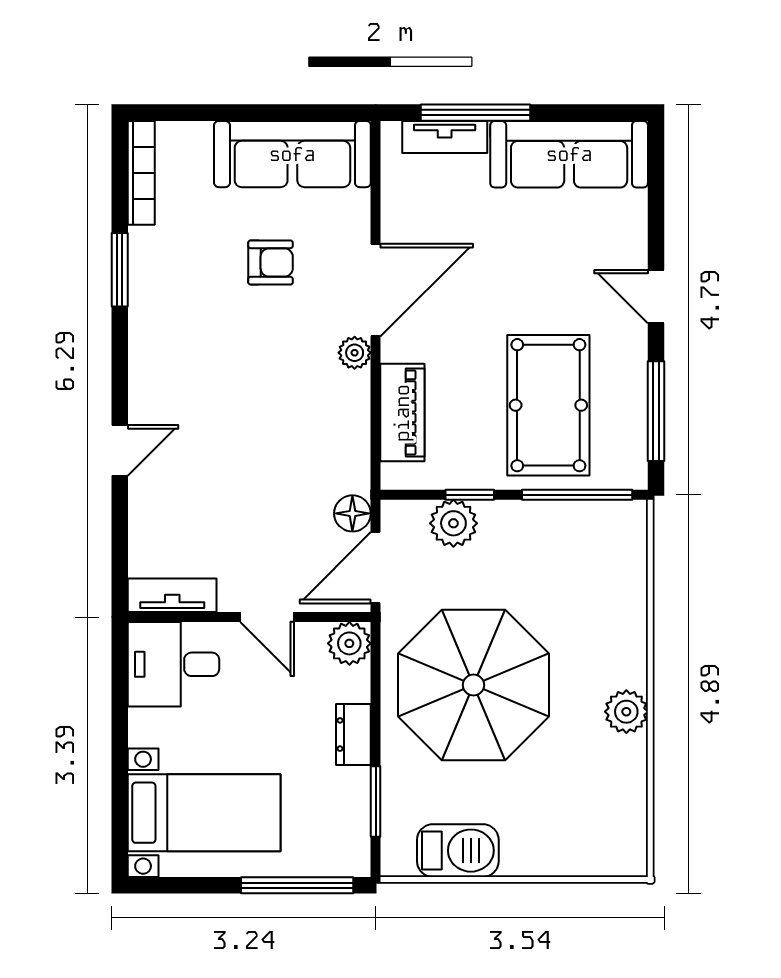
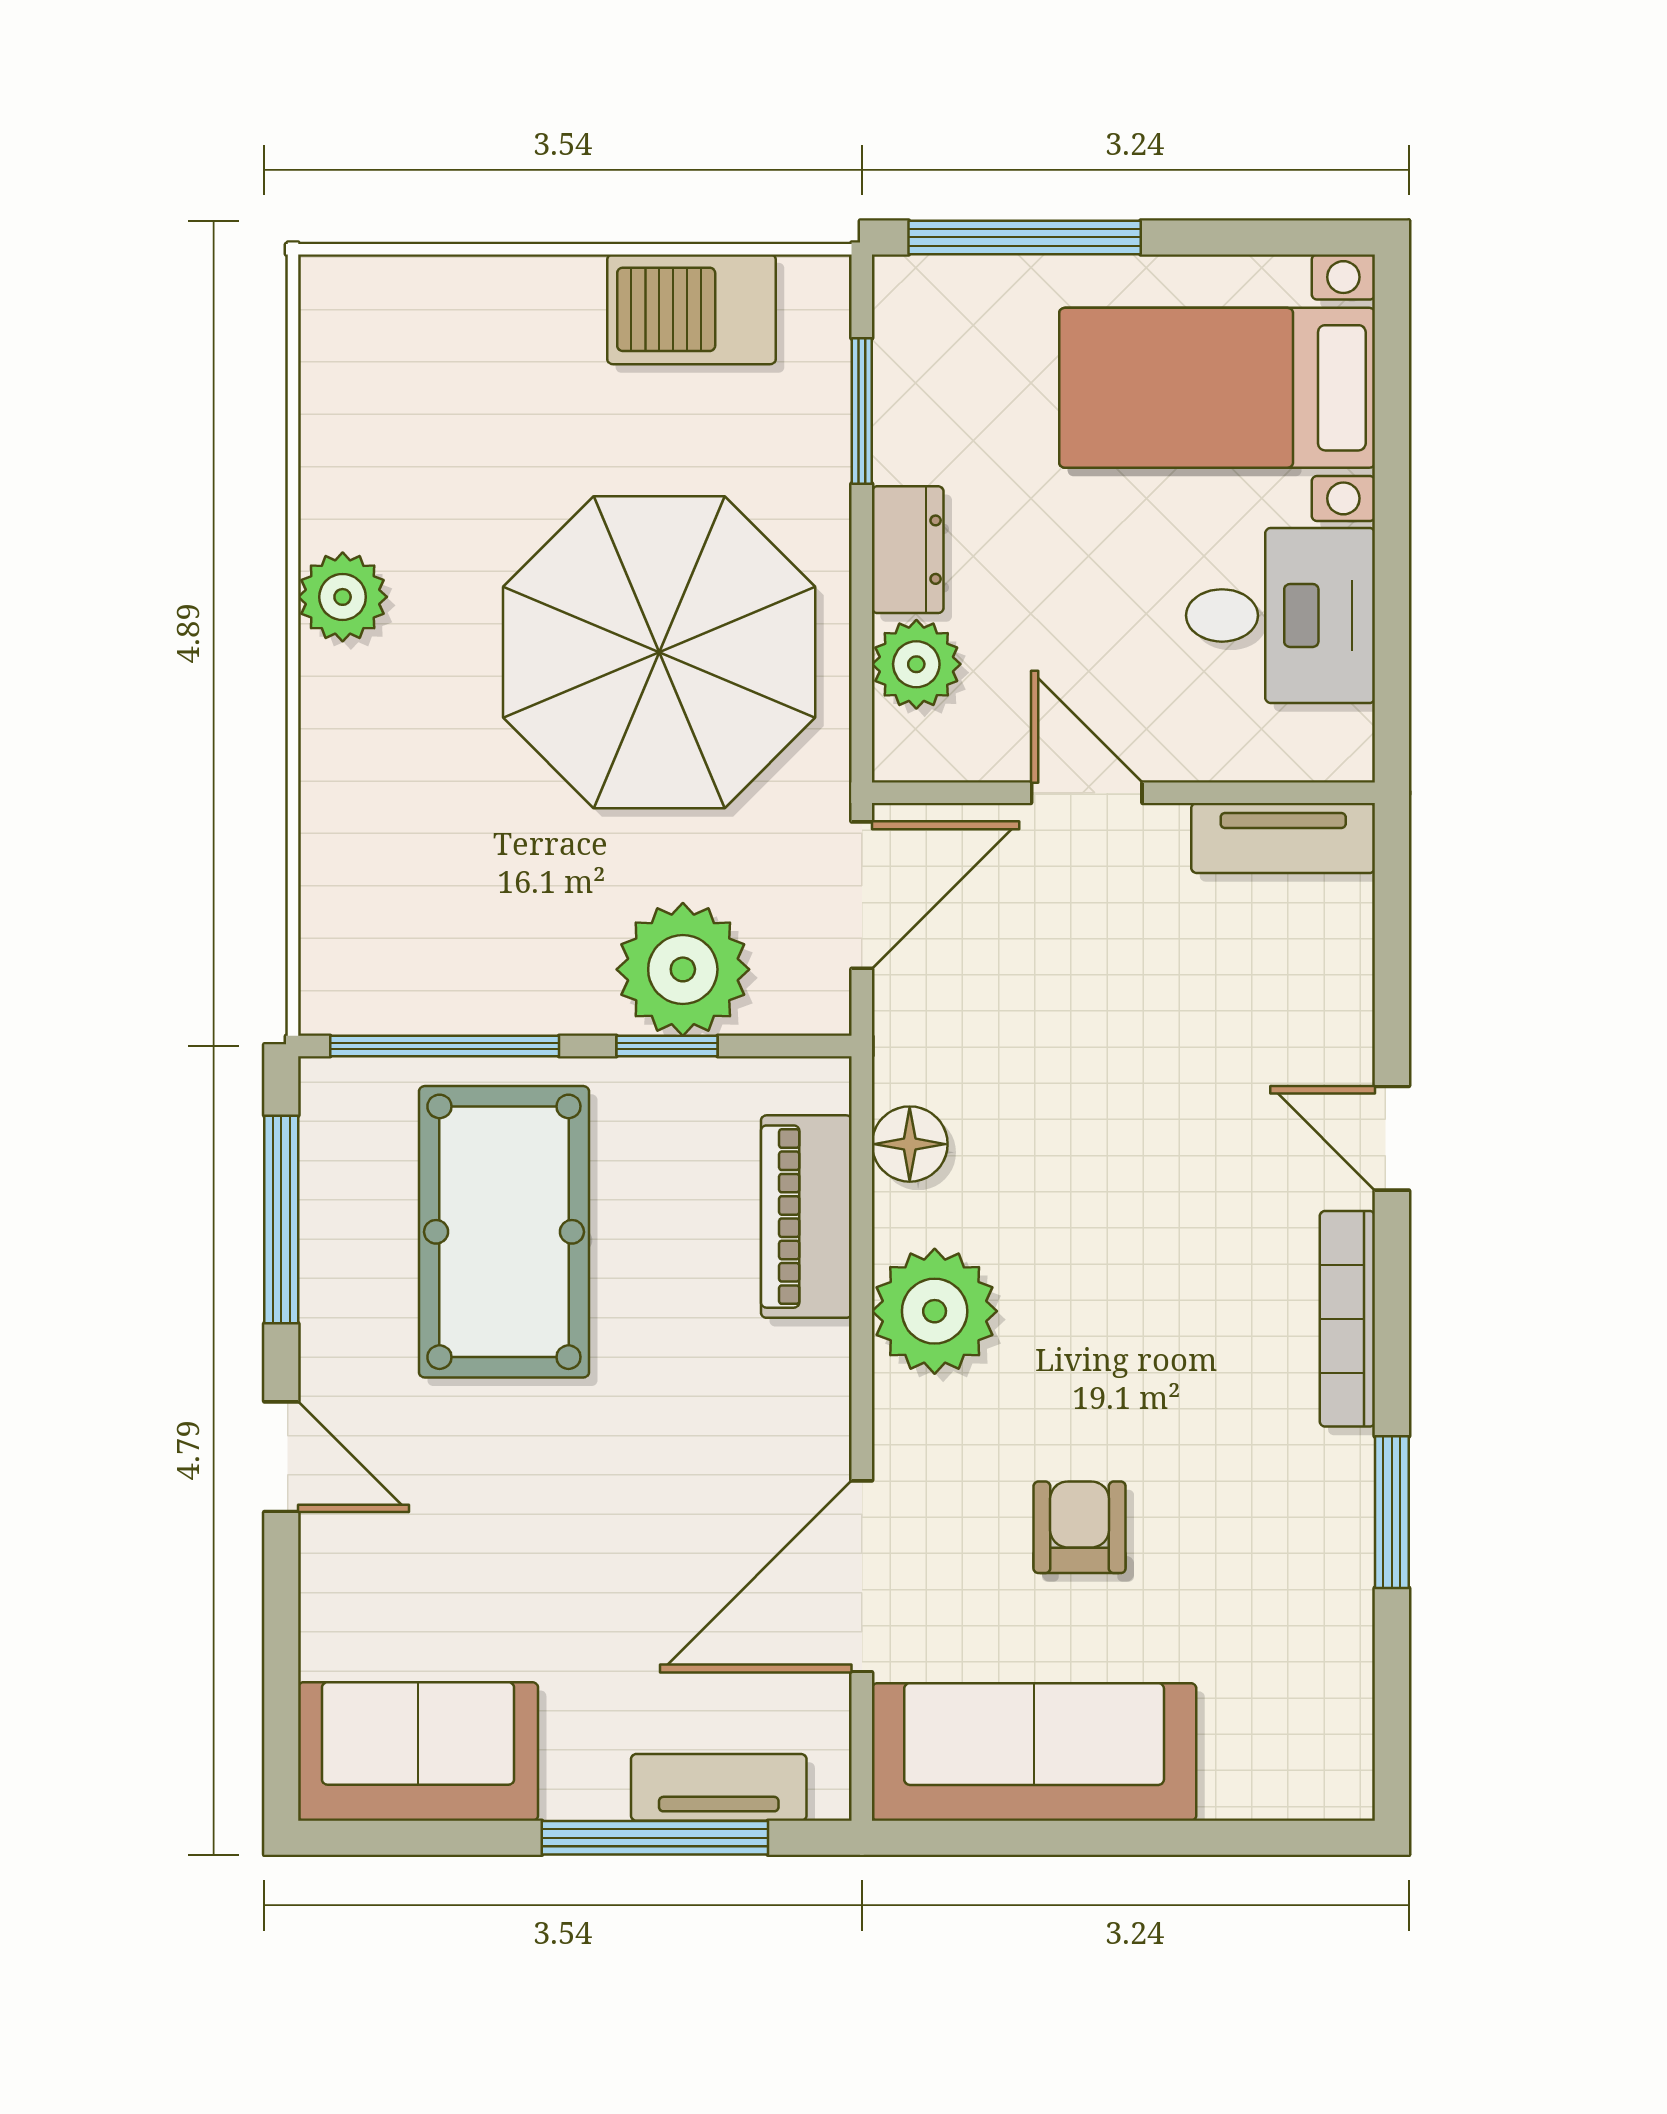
sofa: (569, 154) -> (418, 1752), width x0.73
bookcase: (141, 173) -> (1347, 1319), moved
armchair: (270, 262) -> (1080, 1527), turned 90
door: (376, 290) -> (862, 1576), moved
plant: (355, 353) -> (935, 1311), width x1.88, depth x1.88
door: (120, 450) -> (1392, 1138), hinge flipped
floor lamp: (352, 513) -> (910, 1144), moved
plant: (453, 523) -> (683, 969), width x1.36, depth x1.36
plant: (349, 643) -> (916, 664), moved
desk: (173, 664) -> (1281, 615), moved

